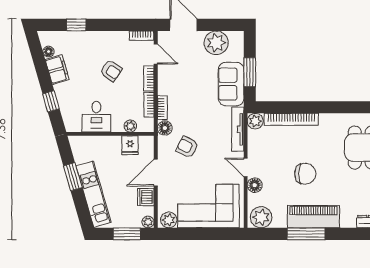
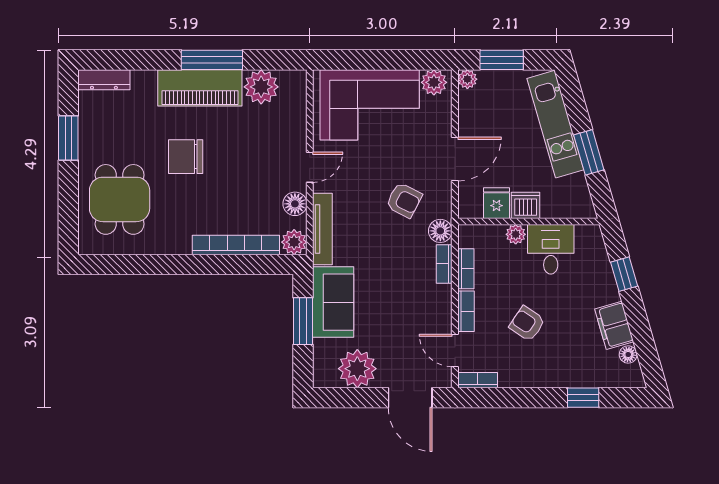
plant: (130, 126) -> (516, 234), moved
door: (246, 167) -> (310, 167), hinge flipped
chair: (305, 174) -> (186, 157), moved
floor lamp: (255, 185) -> (295, 204), moved
dishwasher: (146, 197) -> (526, 205), moved, turned -90
plant: (261, 217) -> (261, 87), moved

